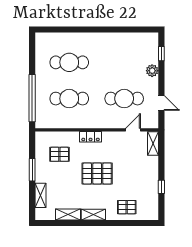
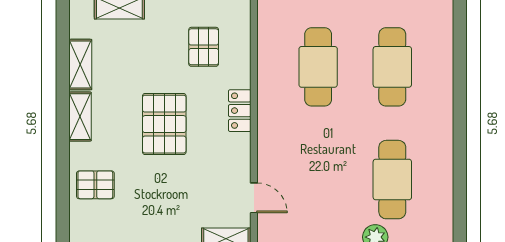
cafe table: (124, 99) -> (392, 180), moved
pallet: (127, 207) -> (95, 185), turned 90

